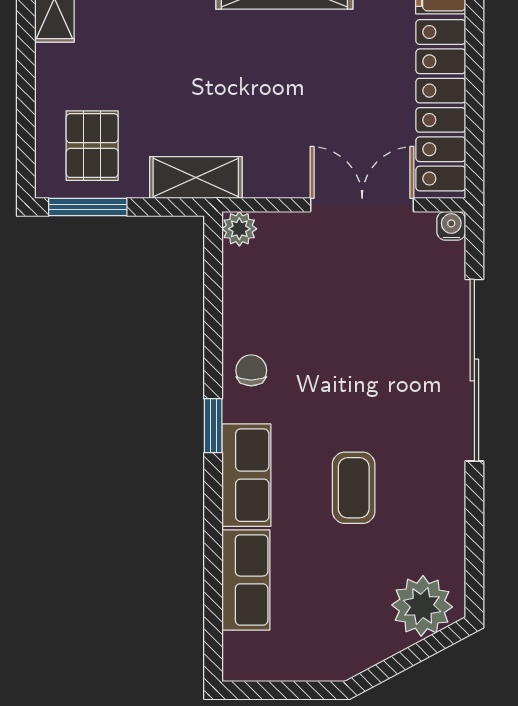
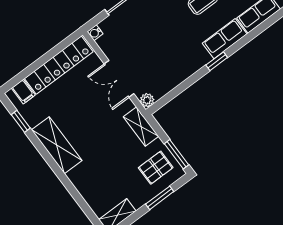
window: (26, 109) -> (160, 198), added
double door: (362, 205) -> (119, 79), moved
chair: (251, 370) -> (190, 62), removed

